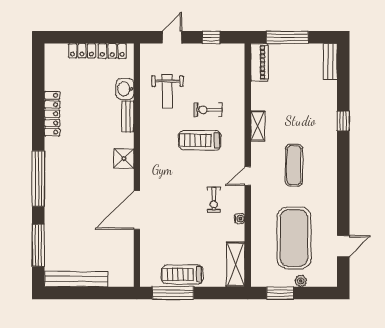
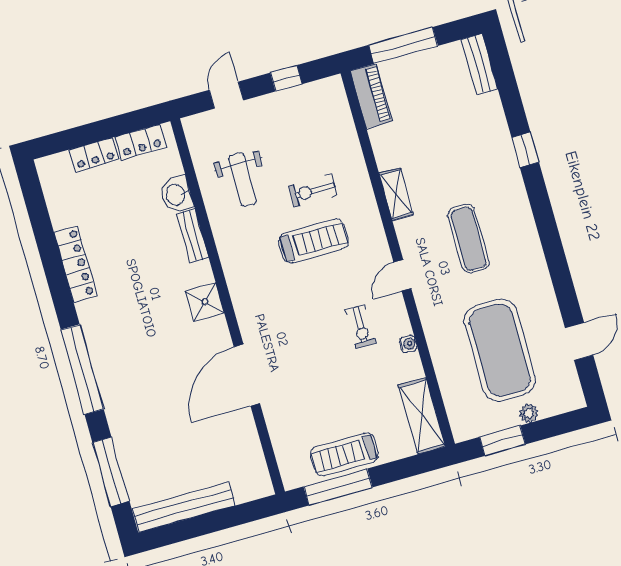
treadmill: (200, 140) -> (313, 241), turned 180

